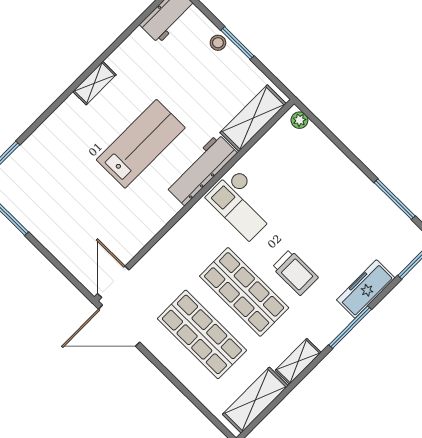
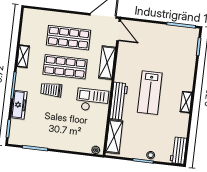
shelving: (255, 400) -> (107, 63), moved

